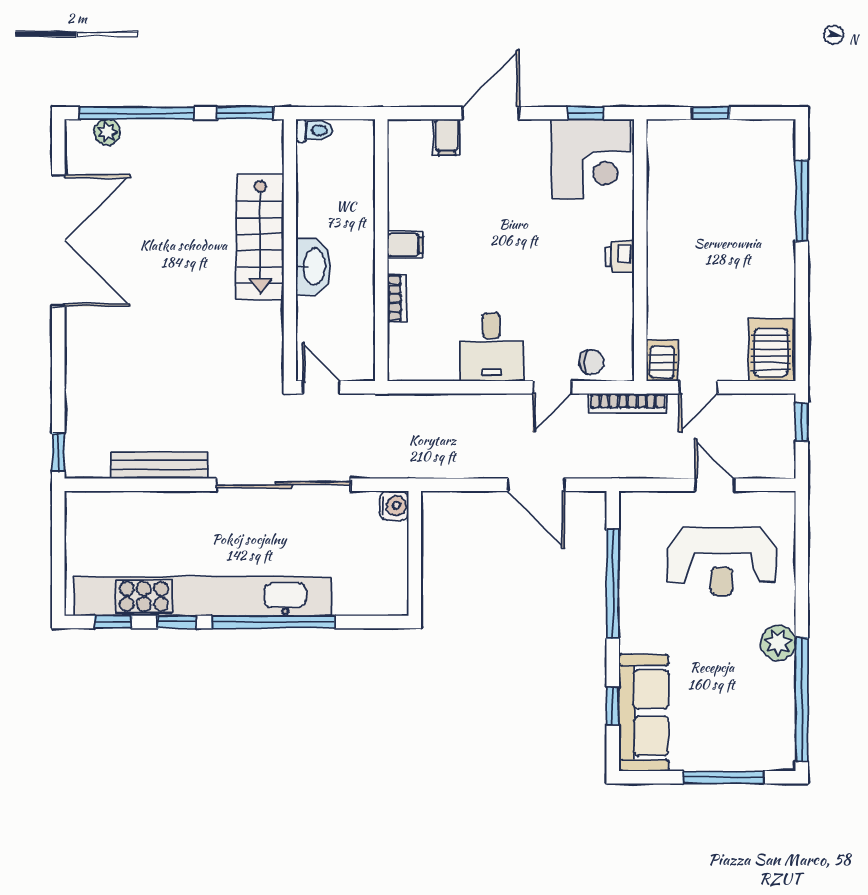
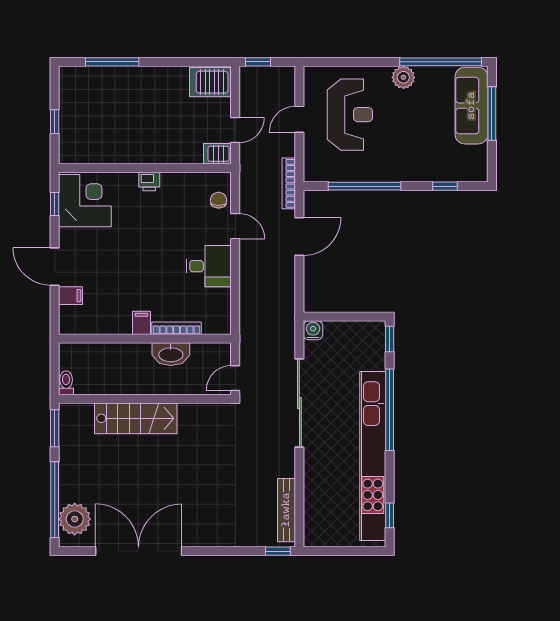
plant: (107, 132) -> (75, 519), width x1.88, depth x1.88
washbasin: (313, 267) -> (171, 354), moved, turned 180
bookcase: (397, 298) -> (177, 328), width x1.56
door: (698, 387) -> (235, 130), hinge flipped
bookcase: (628, 403) -> (289, 183), moved, turned 180
bench: (159, 465) -> (286, 510), moved
window: (177, 622) -> (390, 339), moved
sofa: (644, 713) -> (471, 106), moved, turned -90

